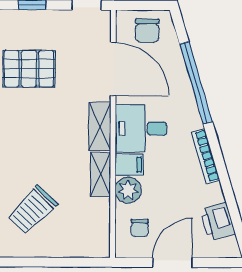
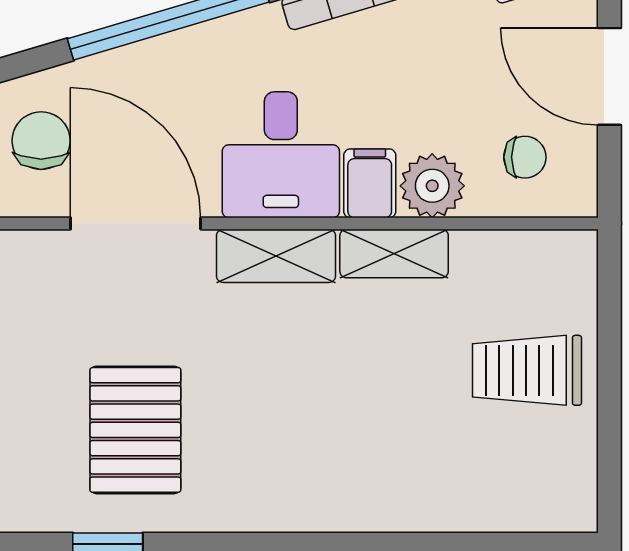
chair: (147, 31) -> (41, 141), turned -90
door: (113, 69) -> (136, 223), hinge flipped
trolley: (32, 210) -> (527, 370), moved, turned 136

